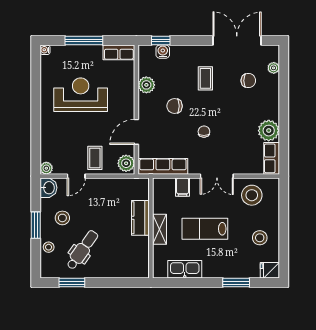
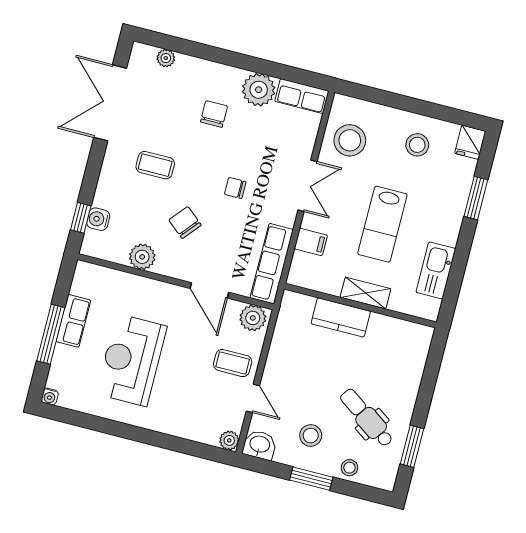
row of seats: (119, 52) -> (73, 321), moved
chair: (248, 81) -> (214, 114), moved
chair: (175, 106) -> (185, 223), turned 130

